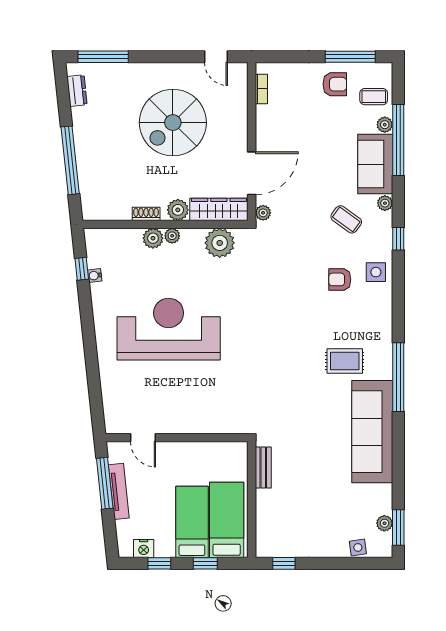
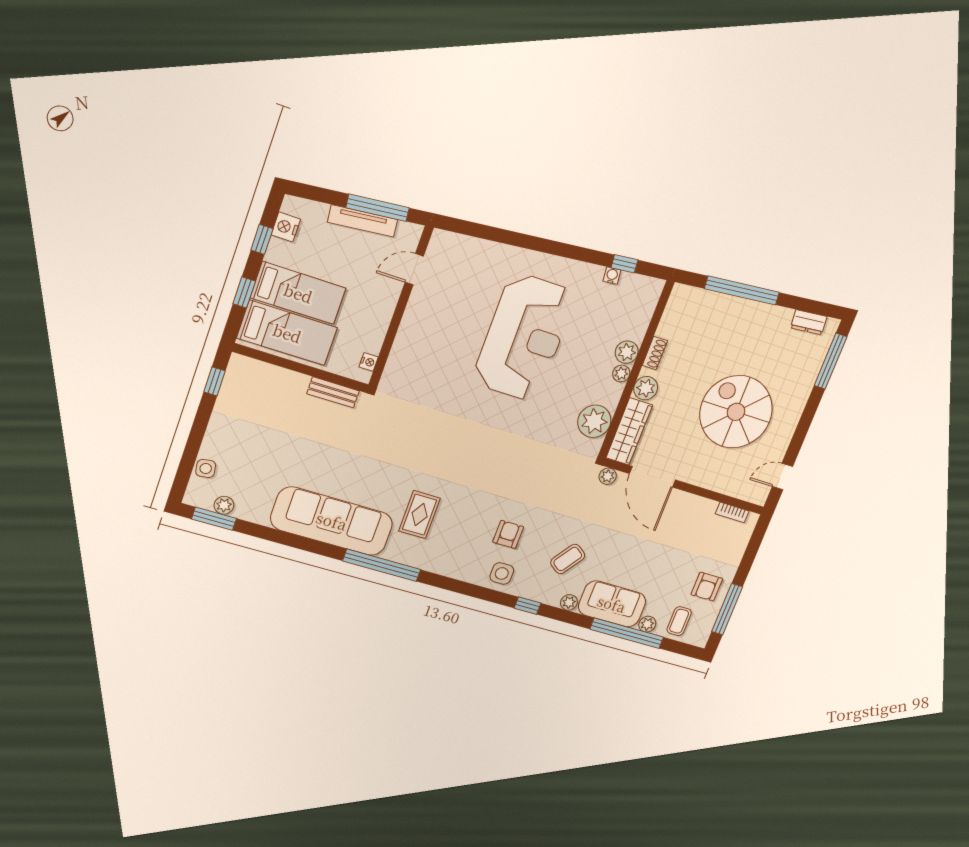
nightstand: (229, 448) -> (369, 362), added

